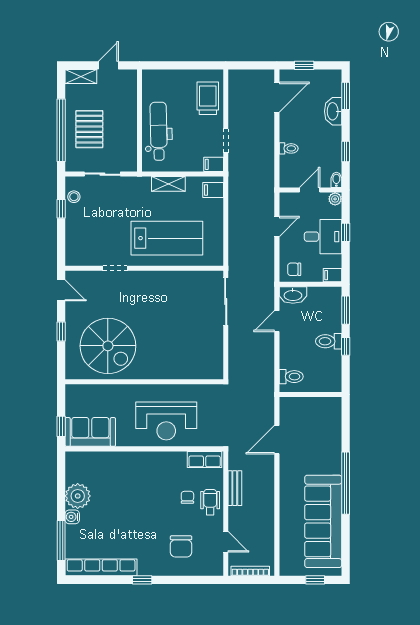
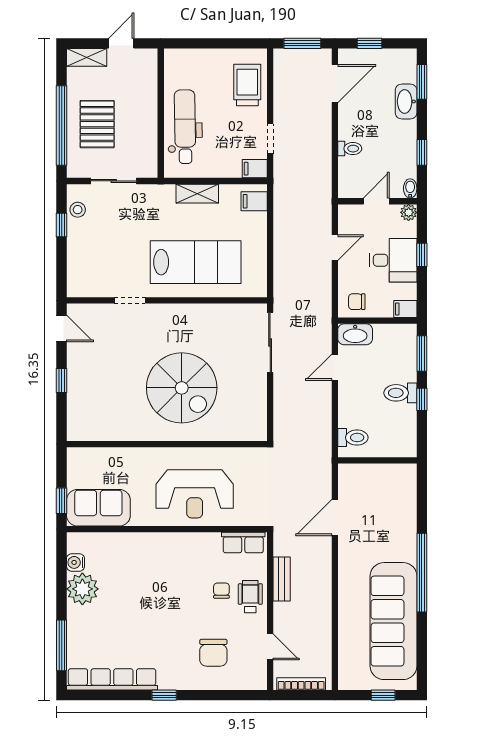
window: (251, 65) -> (302, 43), added
spiral stairs: (108, 346) -> (182, 388), moved
water cooler: (72, 517) -> (76, 562), moved

